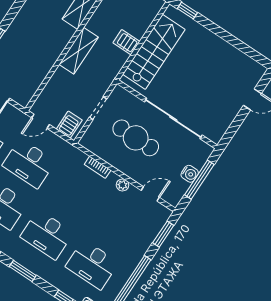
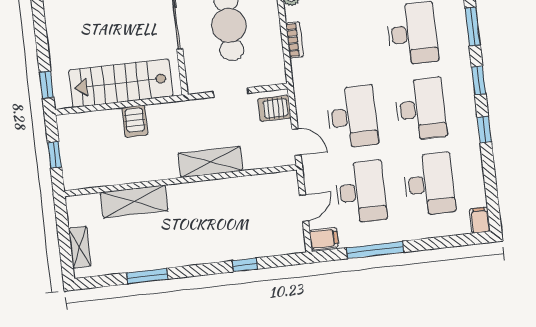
shelving: (79, 51) -> (210, 162), moved

